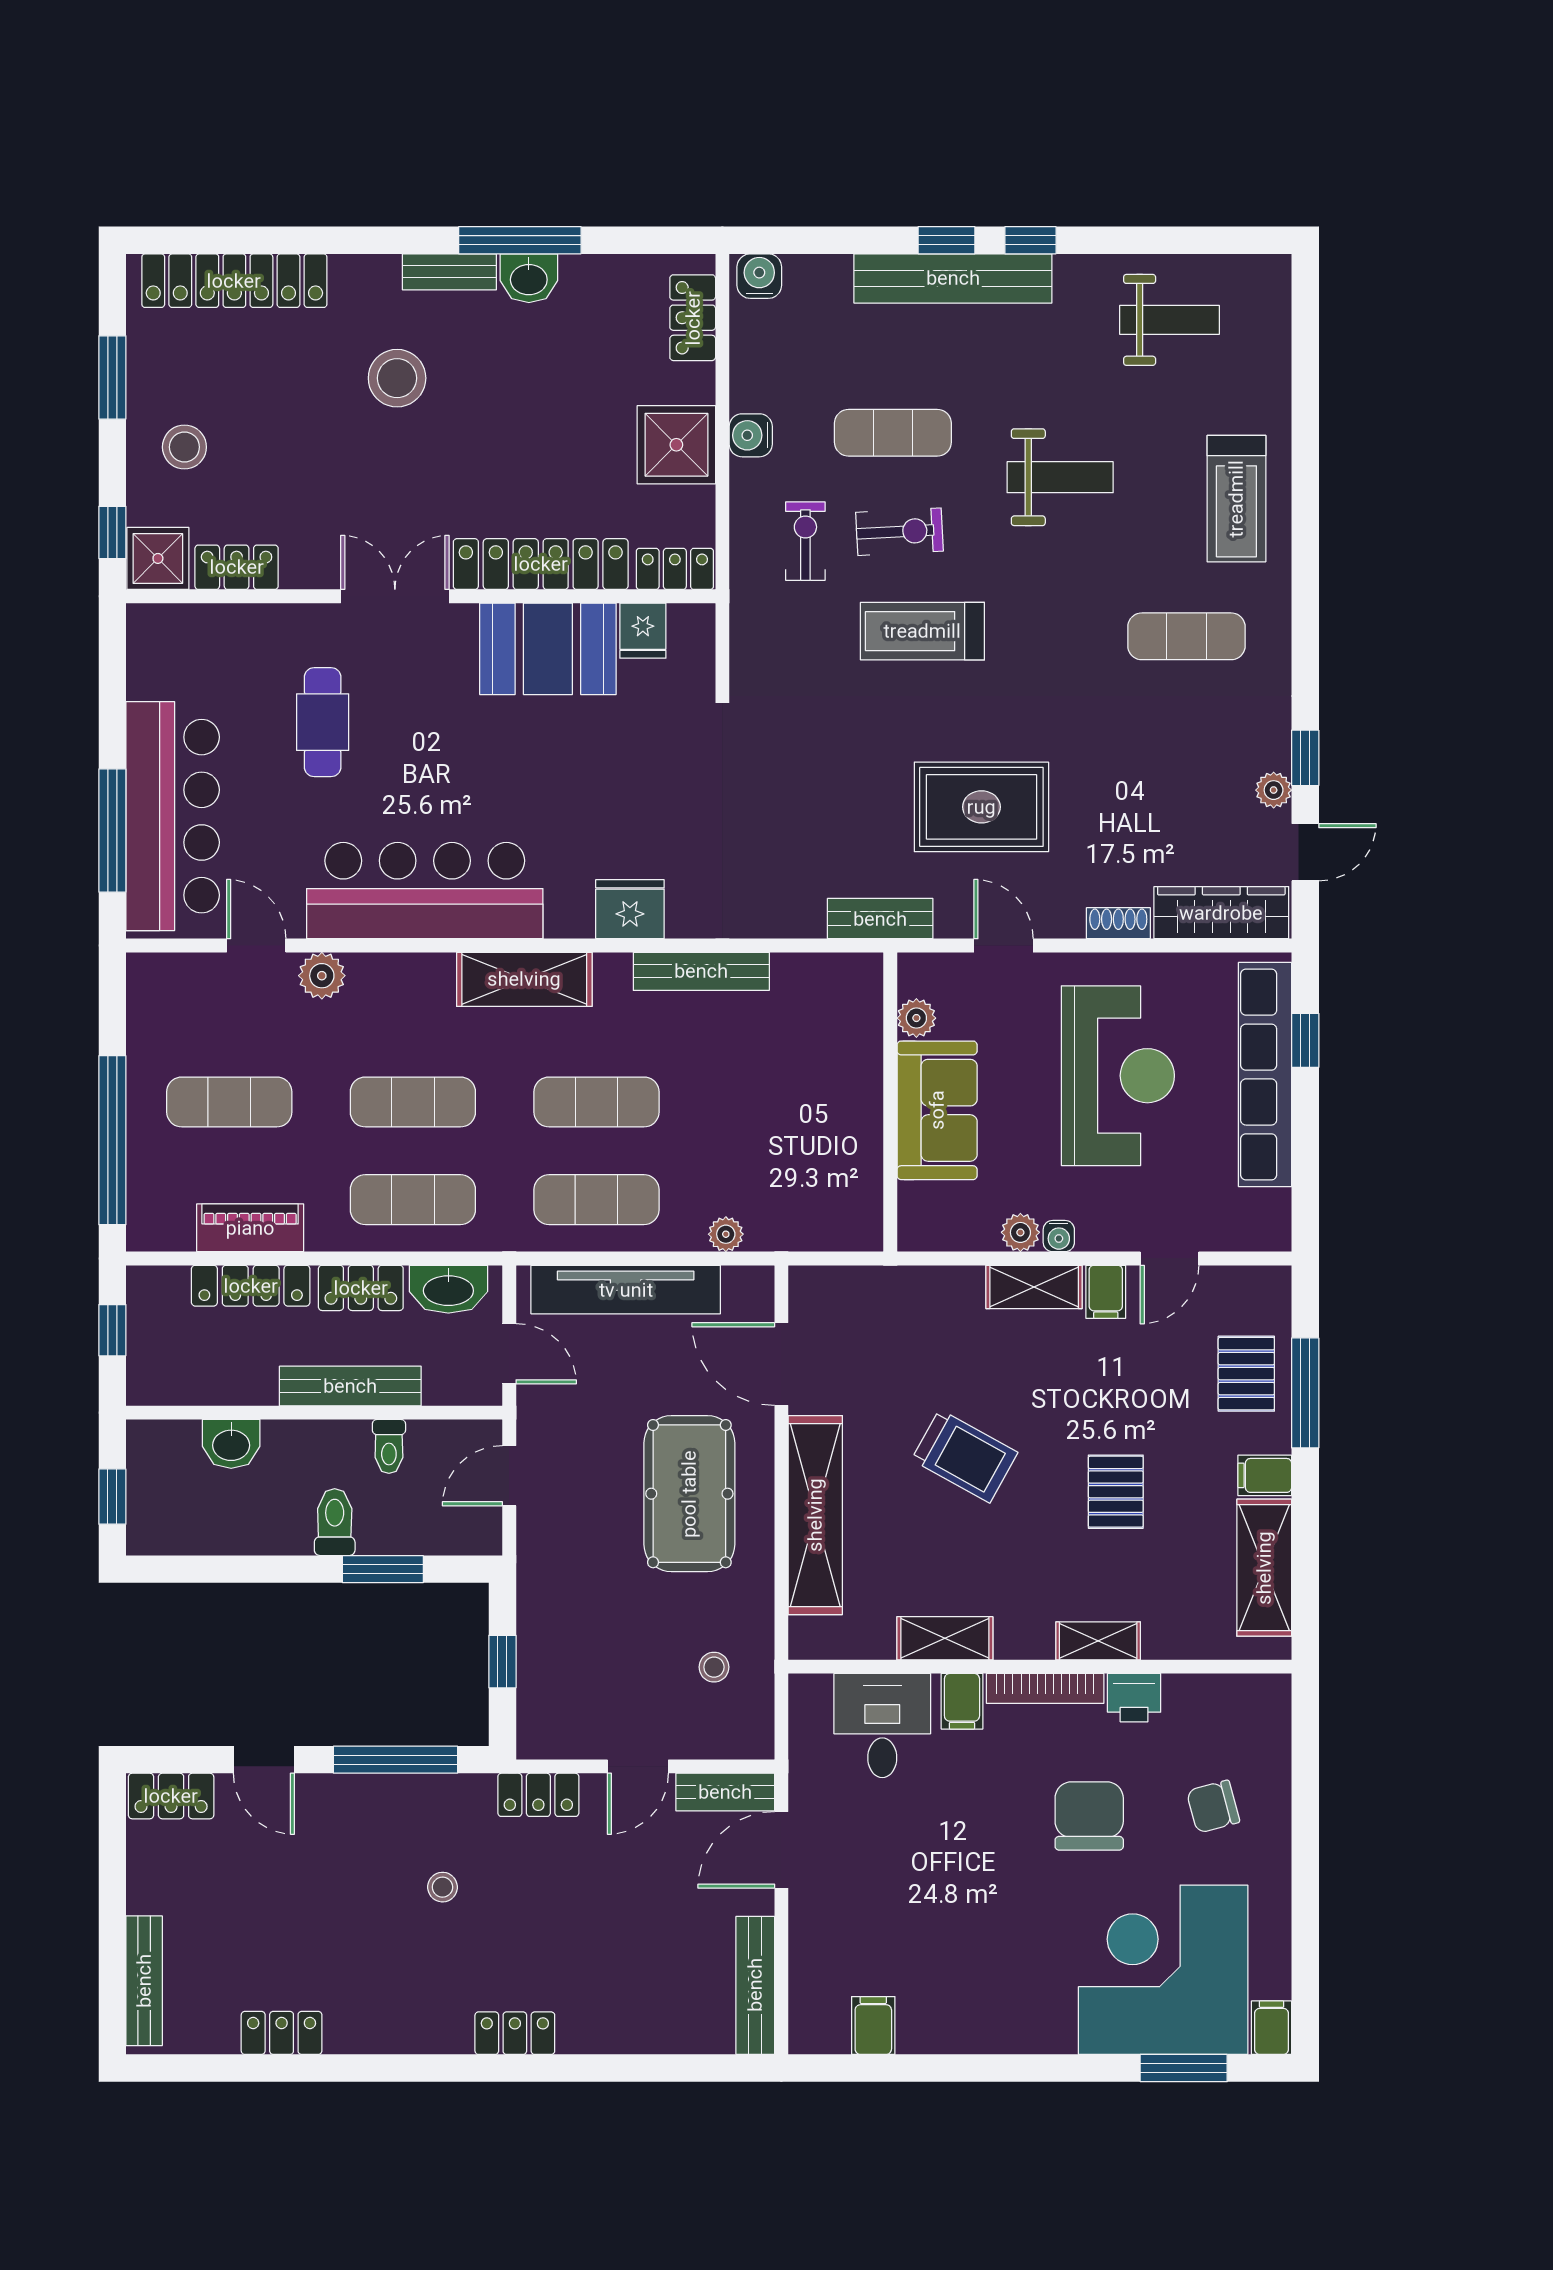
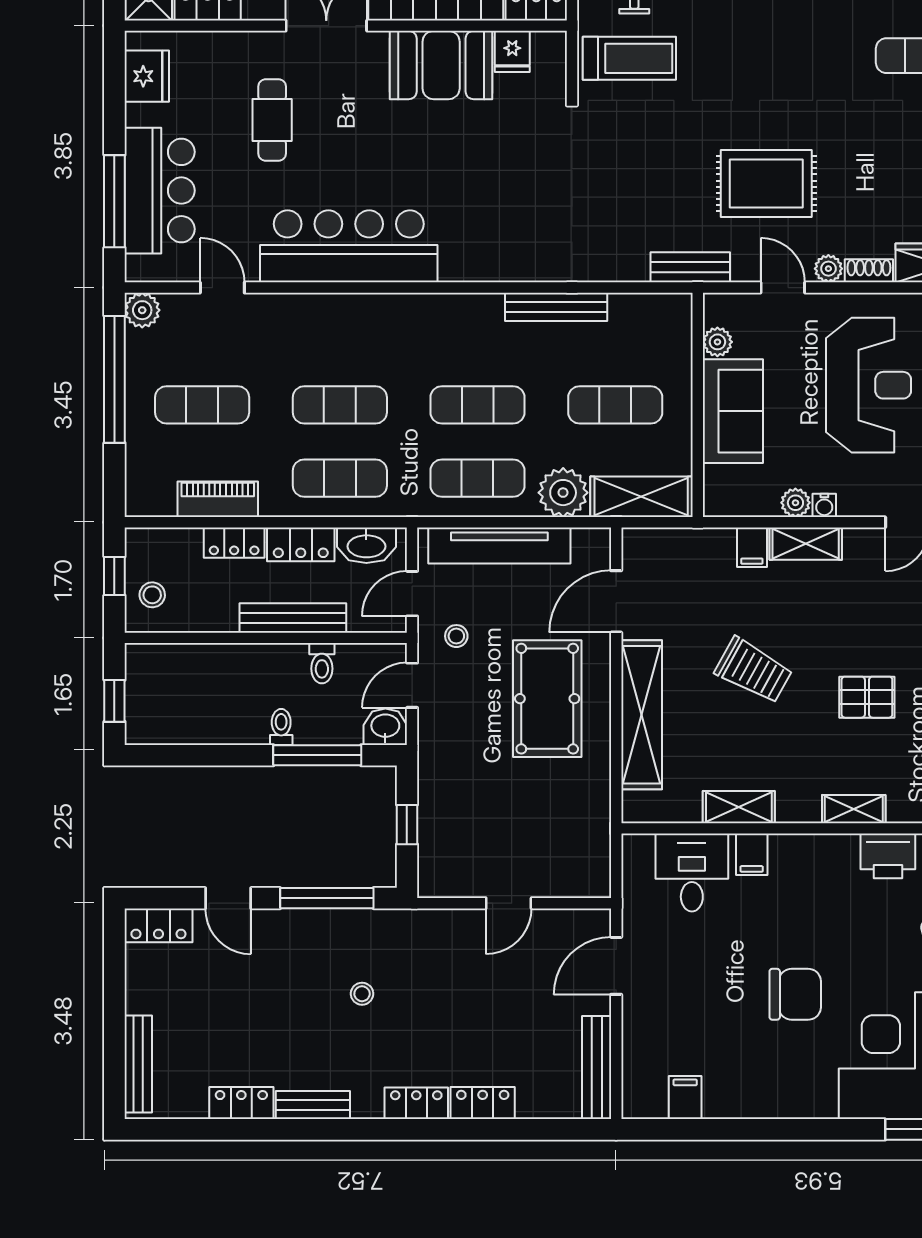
treadmill: (922, 631) -> (629, 58), moved, turned 180
bar counter: (173, 816) -> (160, 191), width x0.73
fridge: (630, 909) -> (147, 76), moved, turned 90
plant: (1064, 920) -> (828, 269), added
plant: (322, 976) -> (142, 310), moved
shelving: (524, 979) -> (641, 497), moved
exercise mat: (780, 1102) -> (615, 405), added
window: (112, 1140) -> (114, 379), moved
plant: (726, 1234) -> (563, 493), width x1.88, depth x1.88
locker: (251, 1286) -> (234, 543), width x0.66
filing cabinet: (1106, 1292) -> (752, 547), moved
door: (509, 1354) -> (412, 594), swing flipped
stool: (163, 1355) -> (152, 595), added
door: (781, 1364) -> (616, 601), hinge flipped
washbasin: (231, 1444) -> (385, 727), moved, turned 180
pallet: (1116, 1492) -> (867, 697), turned 90
toilet: (335, 1522) -> (281, 727), width x0.73, depth x0.72
window: (383, 1569) -> (317, 755), width x1.44
stool: (714, 1667) -> (456, 636), moved
bookcase: (1045, 1688) -> (814, 845), removed
printer: (1134, 1698) -> (888, 856), width x1.36, depth x1.24
bench: (725, 1792) -> (313, 1105), moved
locker: (538, 1795) -> (483, 1103), moved, turned 180
chair: (1089, 1816) -> (795, 994), moved, turned 90

